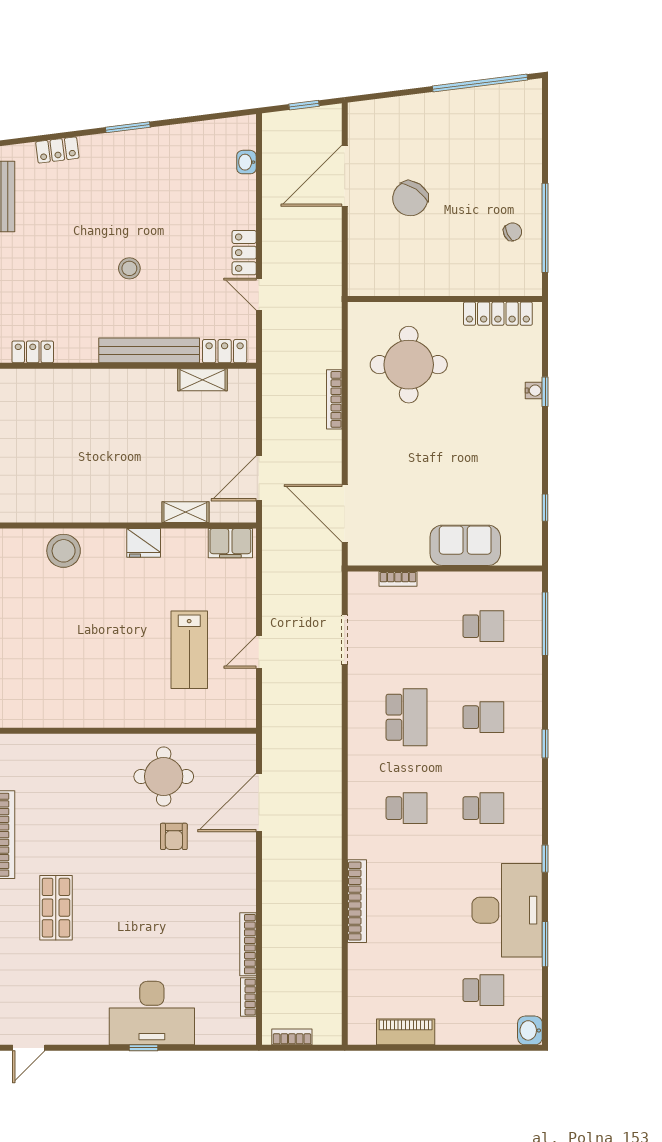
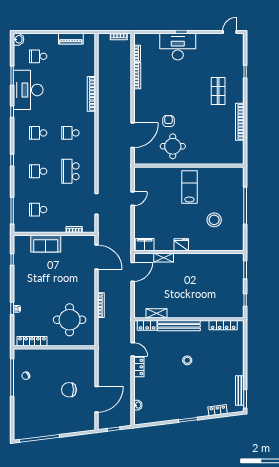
chair: (410, 199) -> (69, 390), turned -124
locker: (33, 352) -> (223, 325), width x1.53
stool: (64, 551) -> (214, 220), moved
lab bench: (189, 650) -> (189, 187), moved

